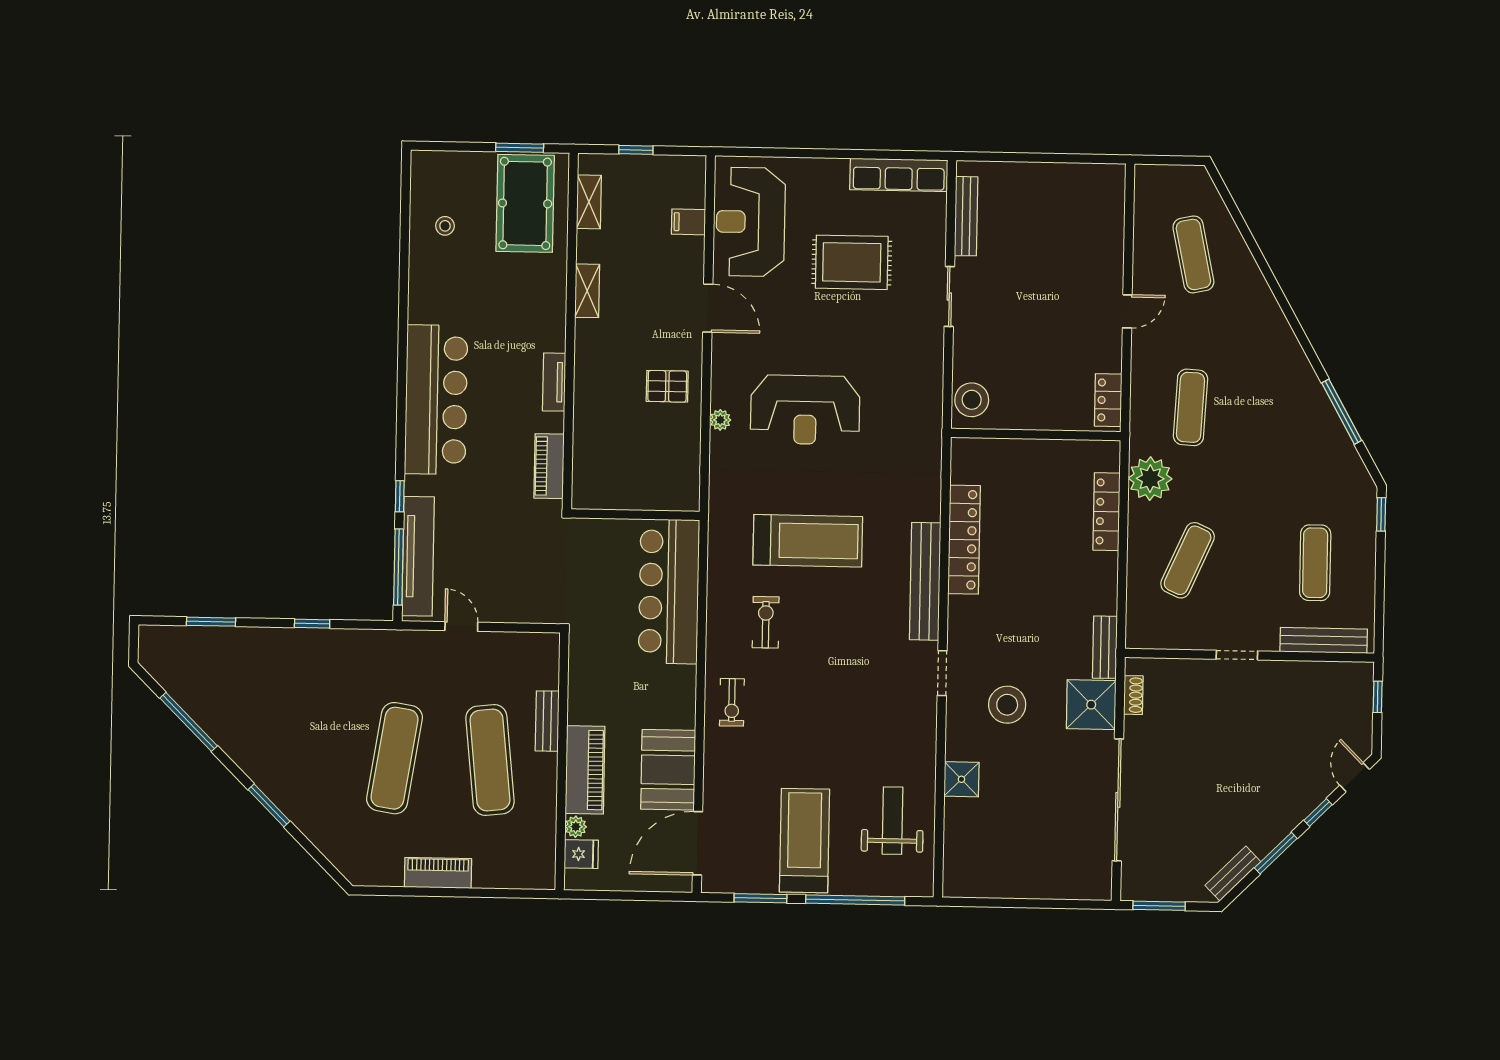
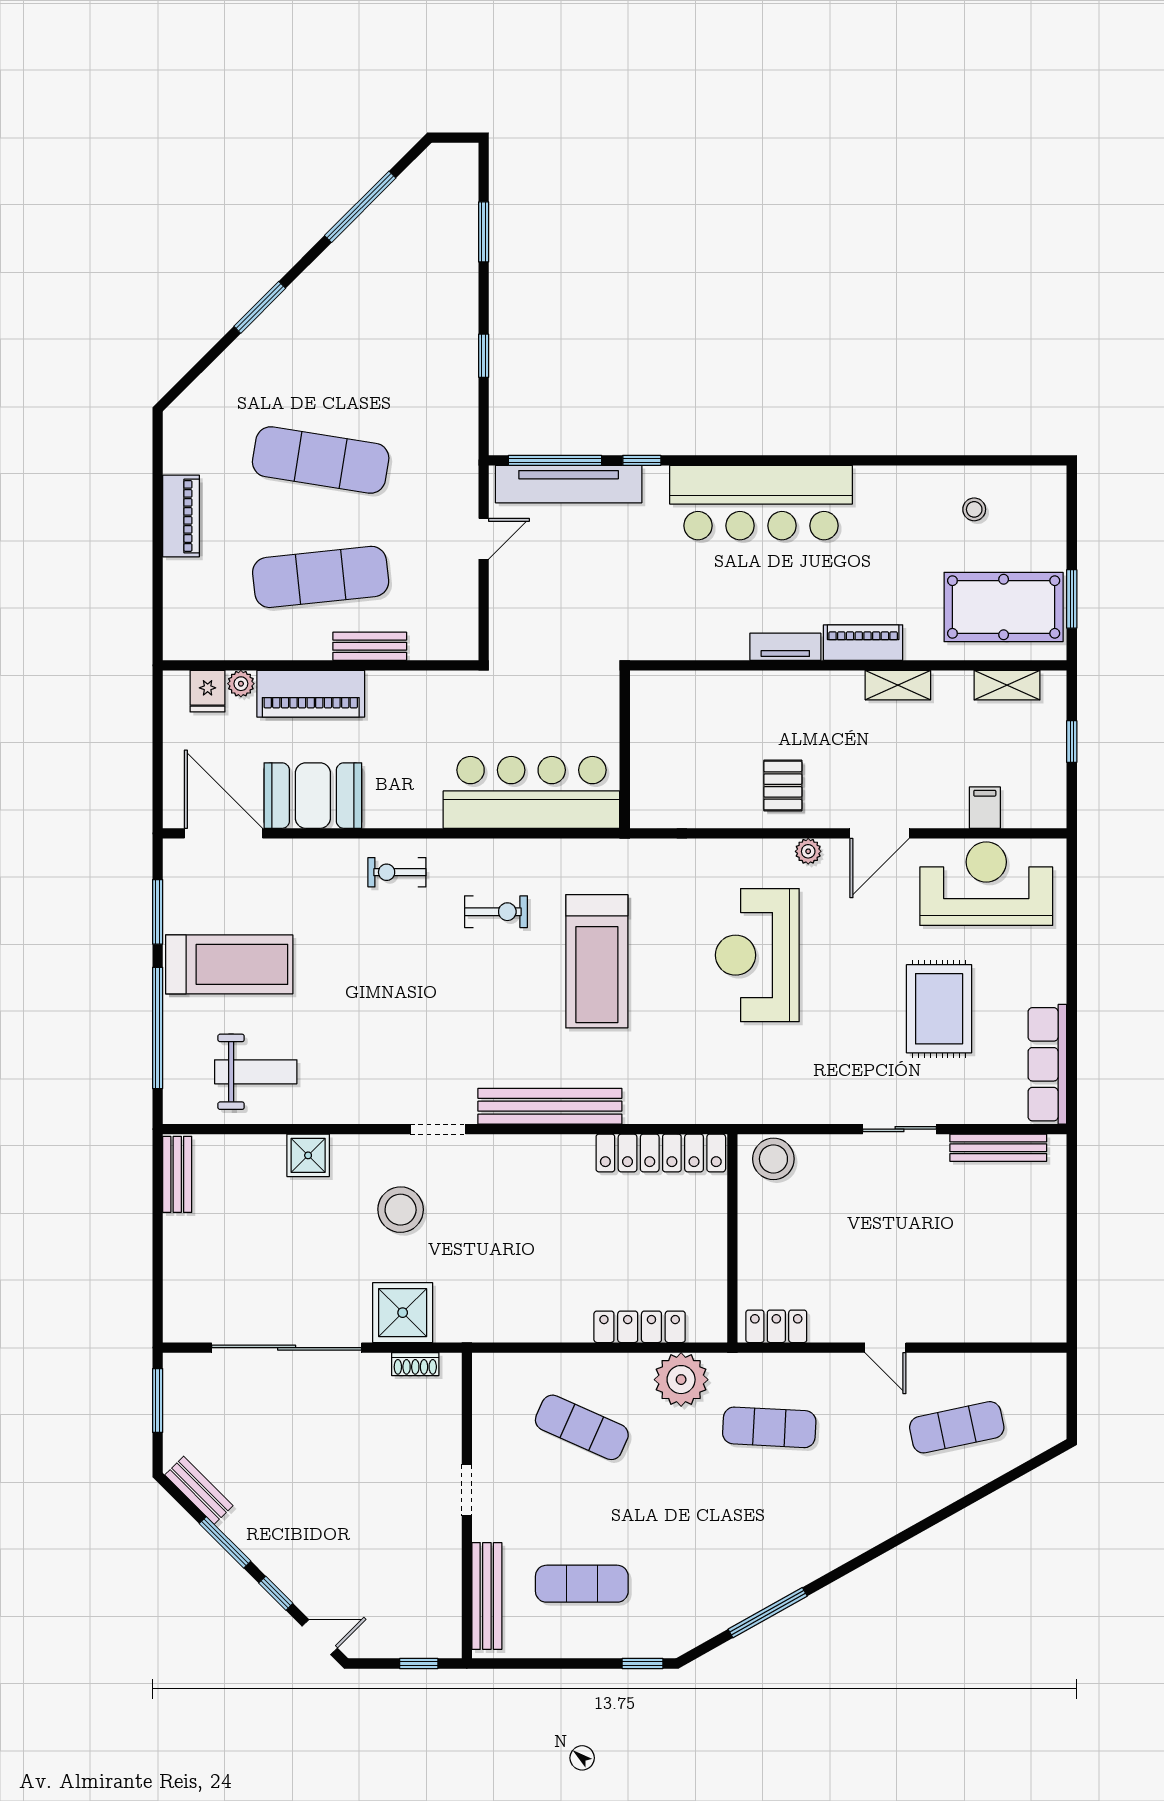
plant: (720, 420) -> (808, 851), moved
piano: (549, 466) -> (863, 643), moved
locker: (964, 540) -> (661, 1153), moved
bench: (1105, 647) -> (177, 1174), moved, turned 90

